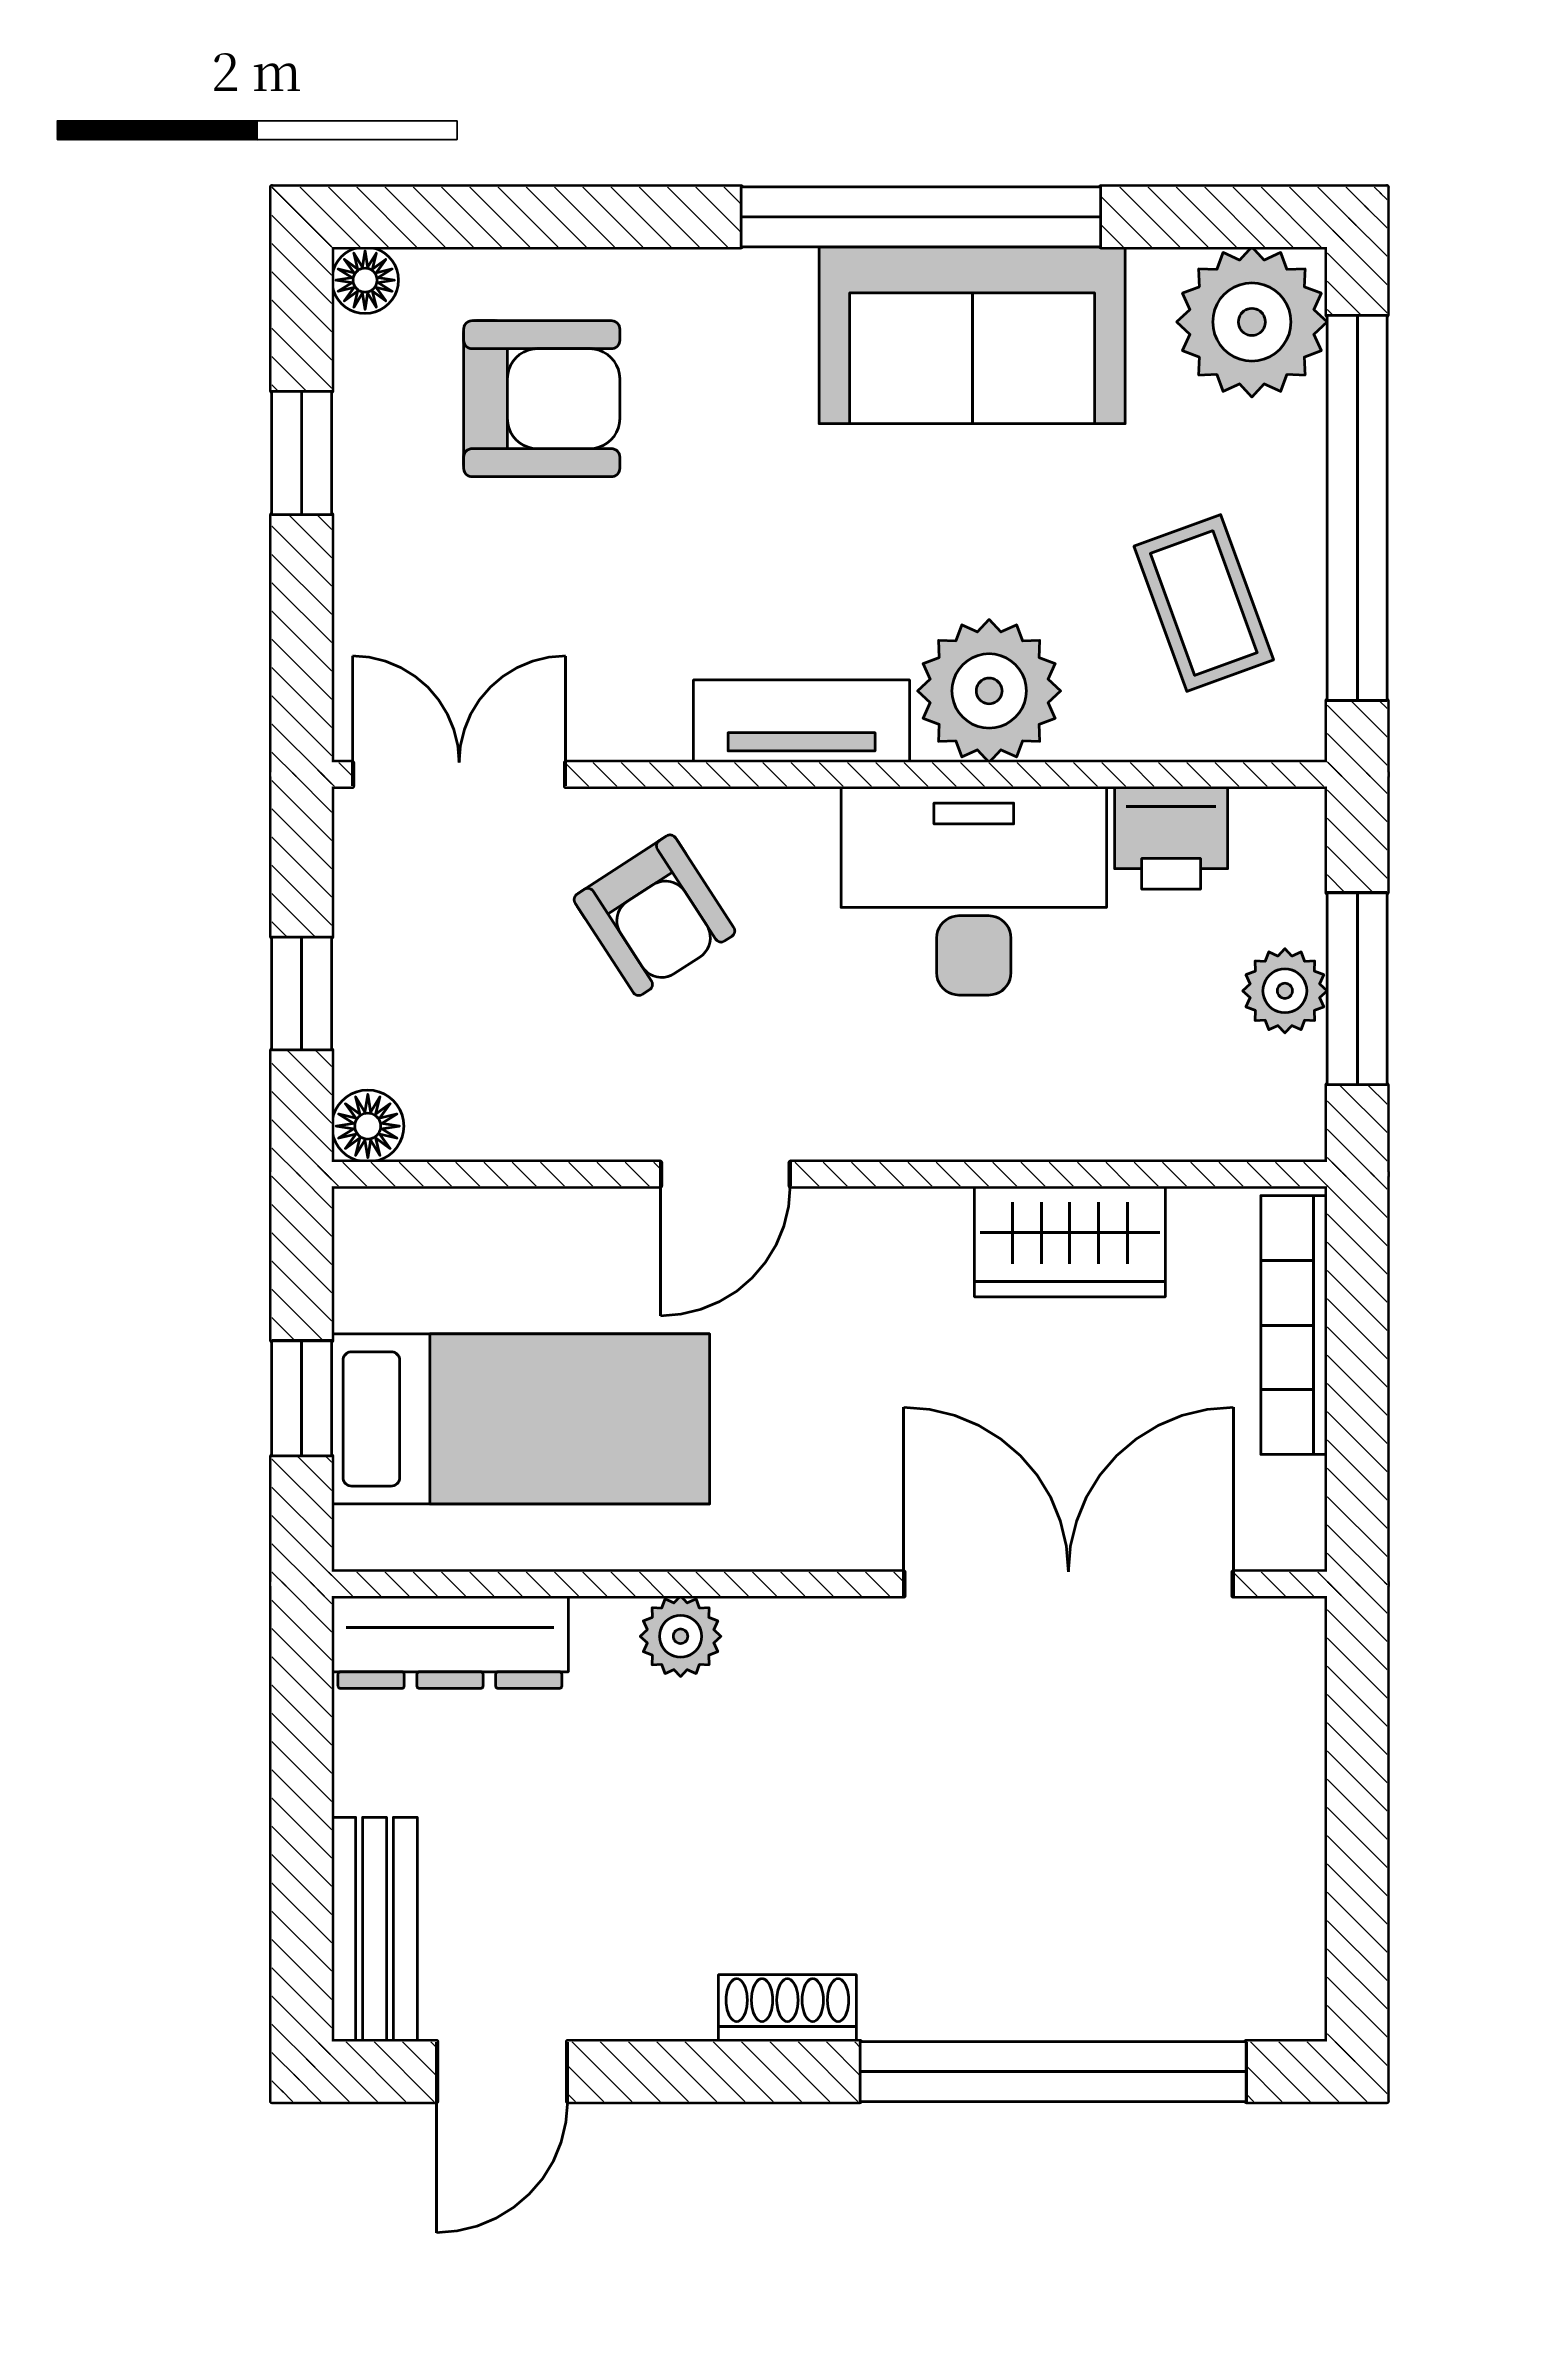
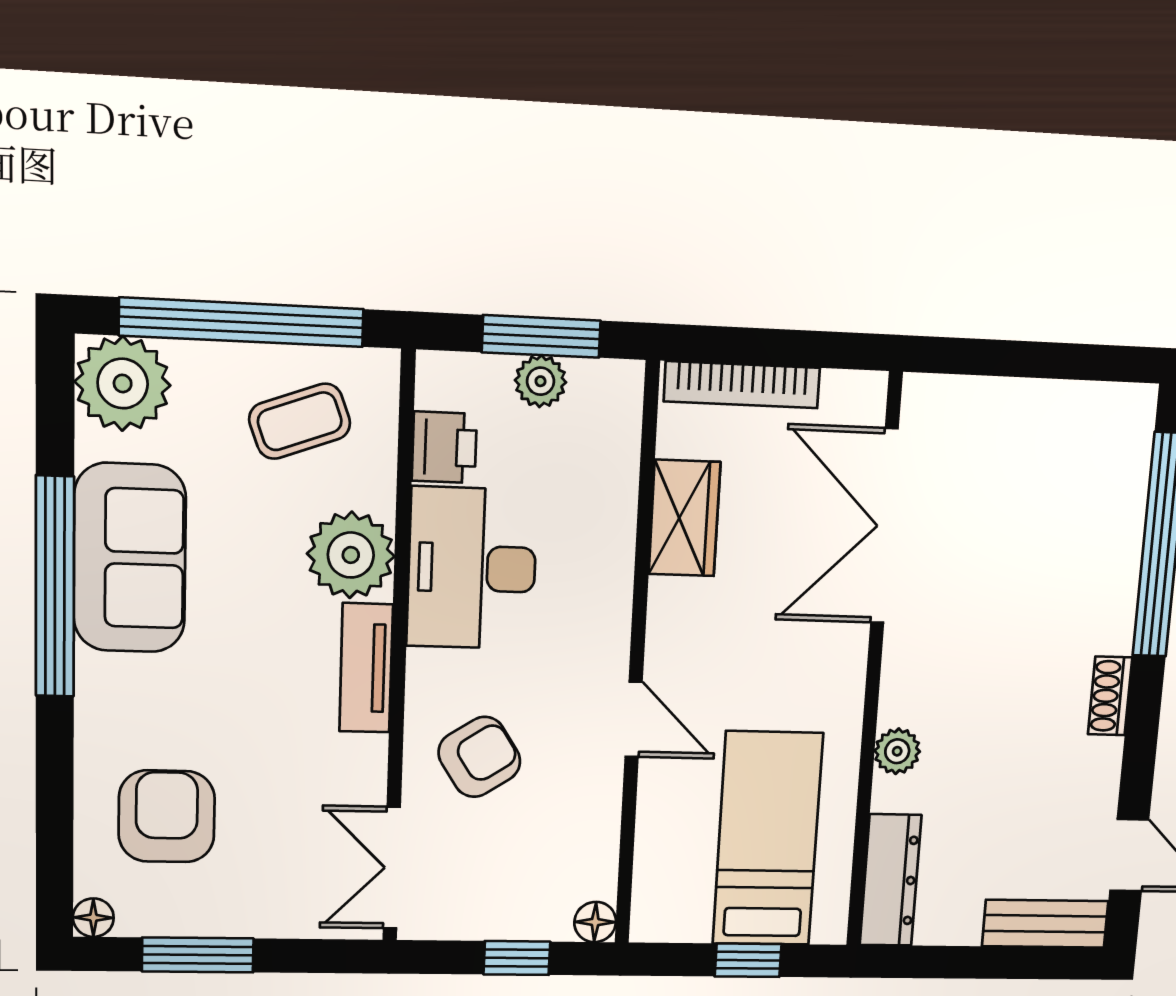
window: (302, 453) -> (198, 955), width x1.50

